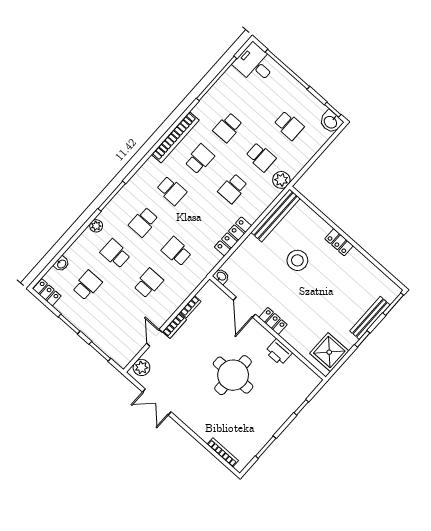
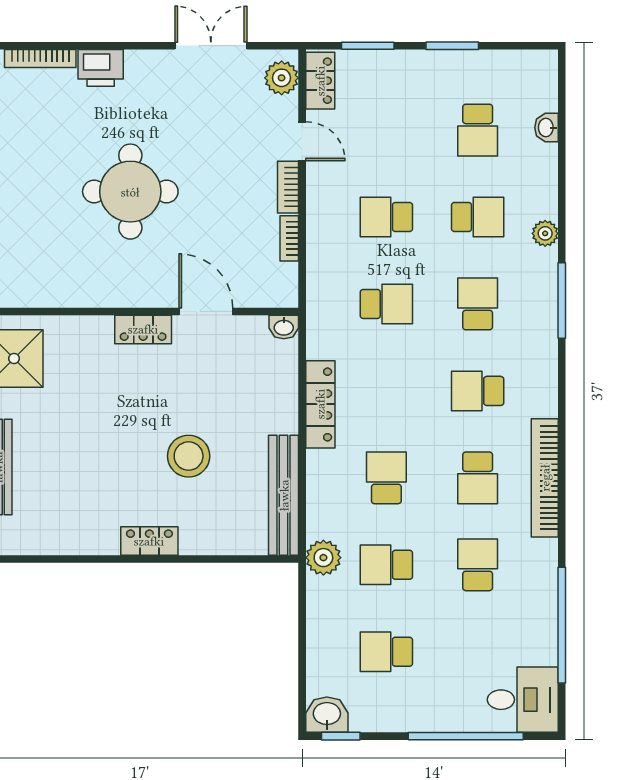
school desk: (148, 283) -> (386, 217), turned 90
locker: (47, 292) -> (320, 81), moved, turned -90
printer: (279, 352) -> (101, 68), moved, turned 180

